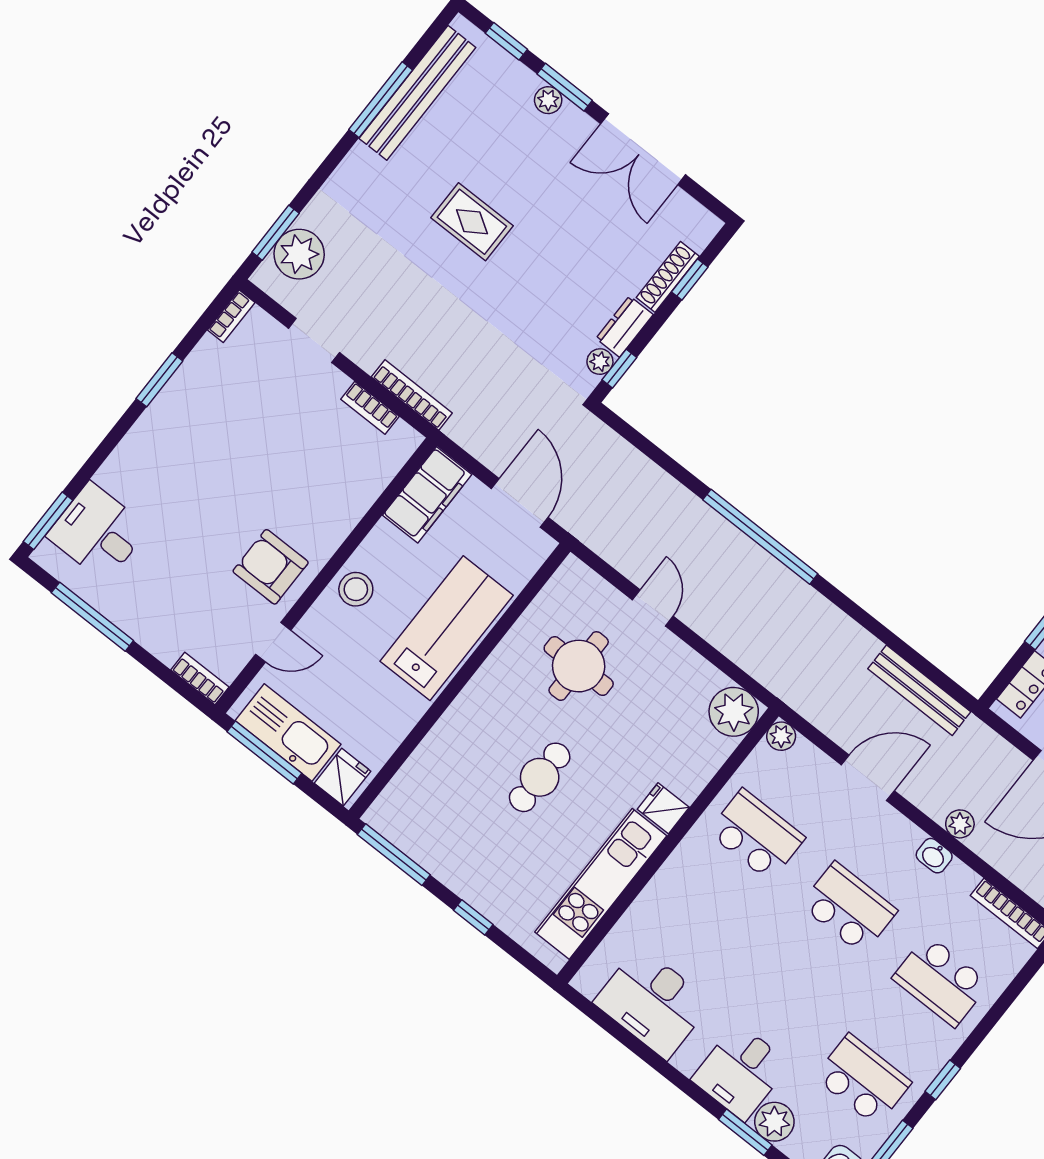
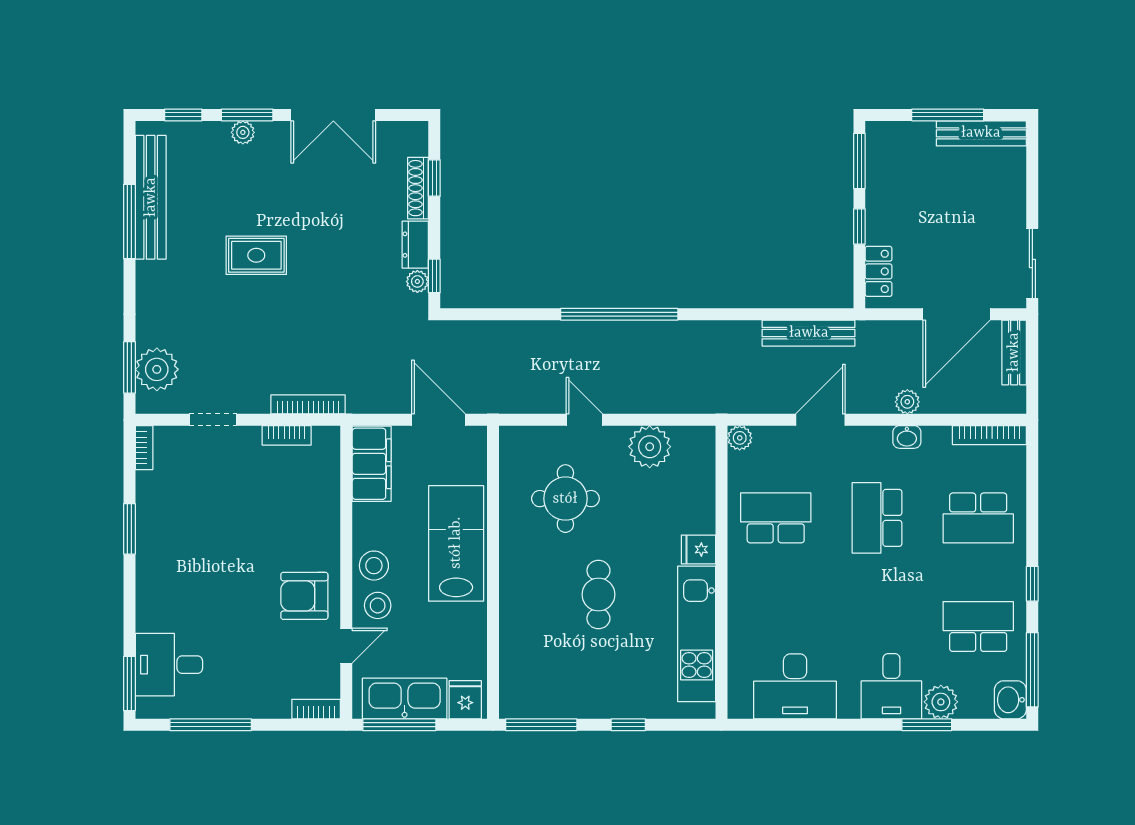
stool: (330, 628) -> (378, 605), added
plant: (734, 712) -> (650, 447), moved
school desk: (849, 908) -> (877, 518), turned -90

